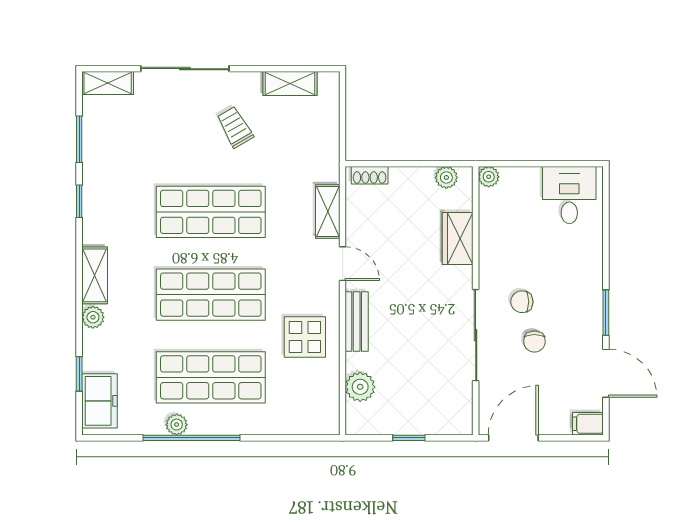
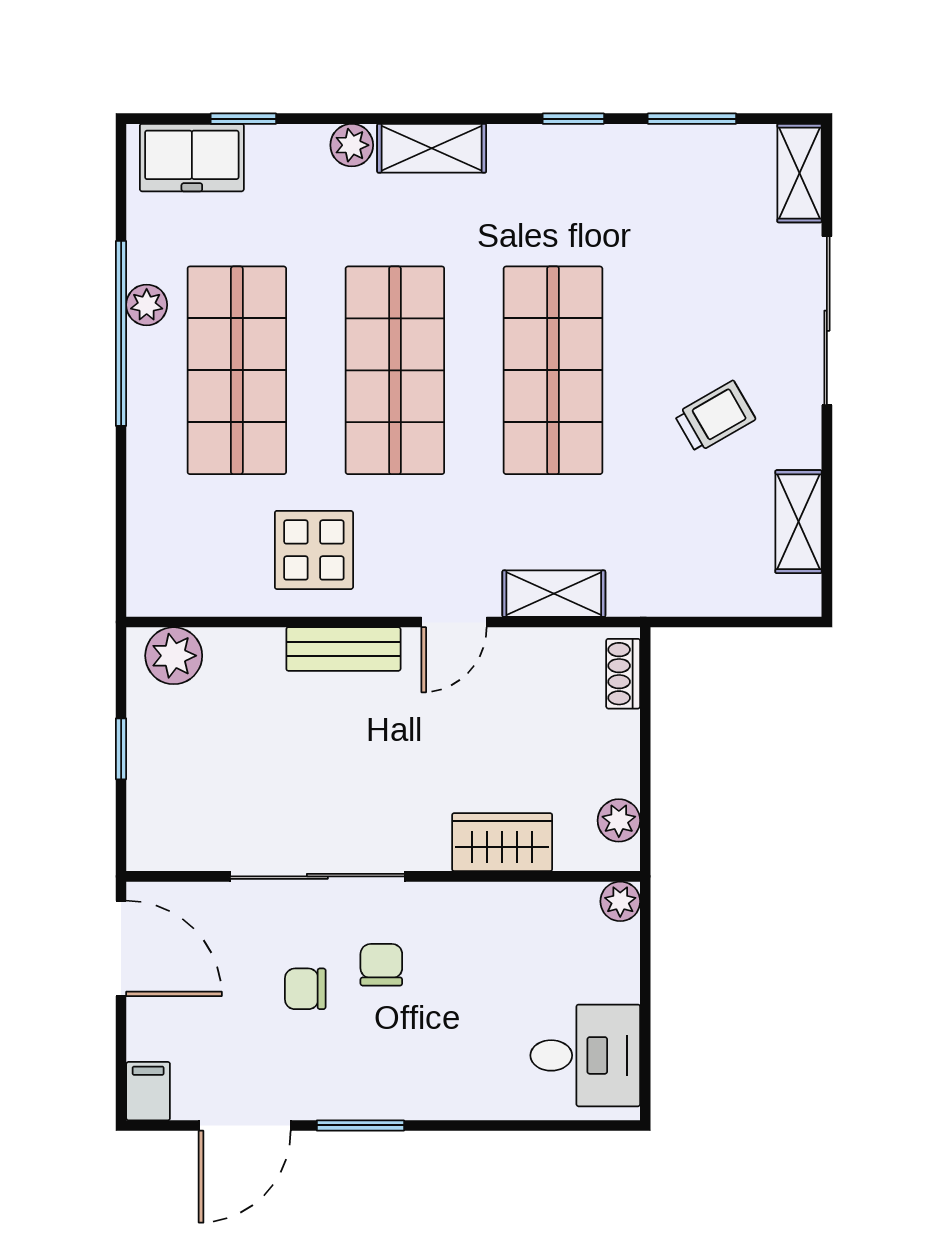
plant: (360, 387) -> (174, 656), moved

